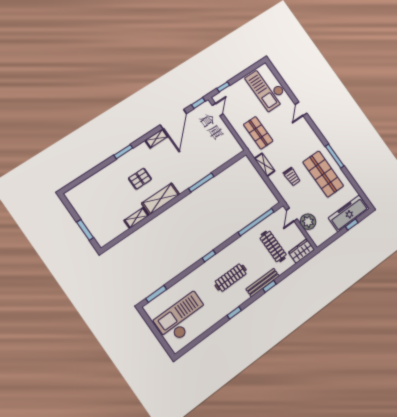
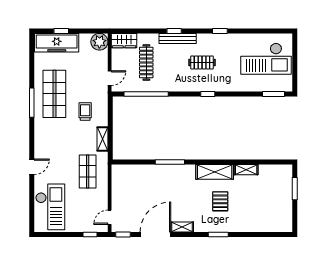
pallet: (140, 179) -> (220, 201), turned 90
plant: (308, 222) -> (99, 42), moved
clothes rail: (231, 278) -> (202, 62), width x0.73

